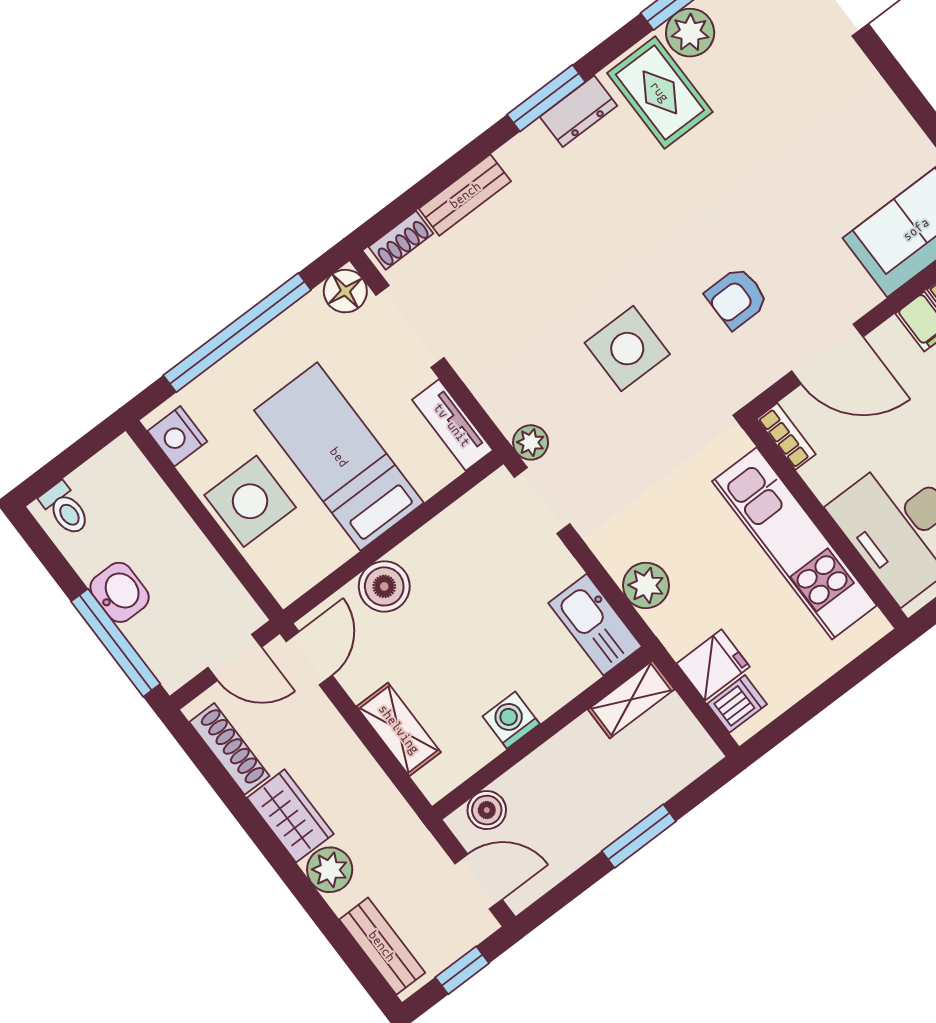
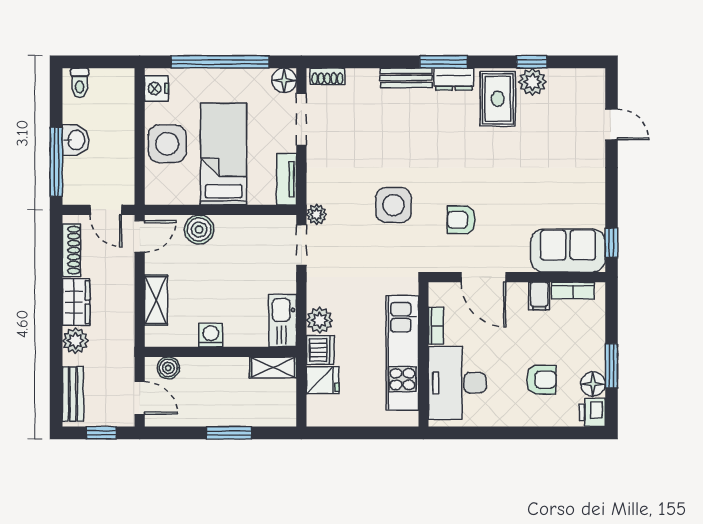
bench: (465, 195) -> (406, 78), moved
bookcase: (786, 436) -> (436, 326), moved
dishwasher: (737, 704) -> (320, 350), moved, width x1.38

